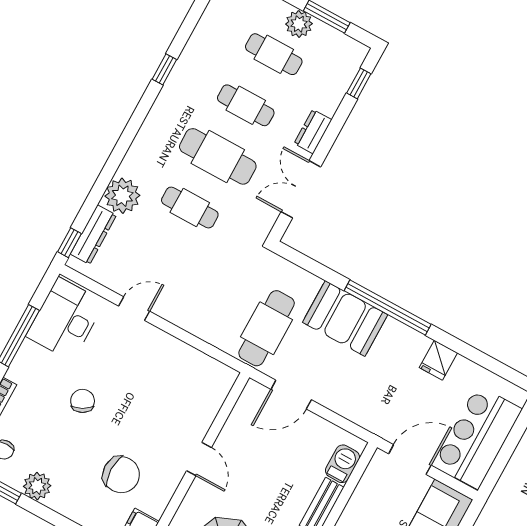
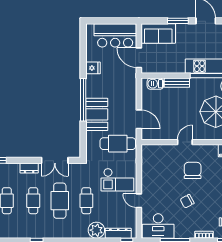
checkout: (197, 289) -> (117, 180), added
chair: (121, 475) -> (193, 170), moved

